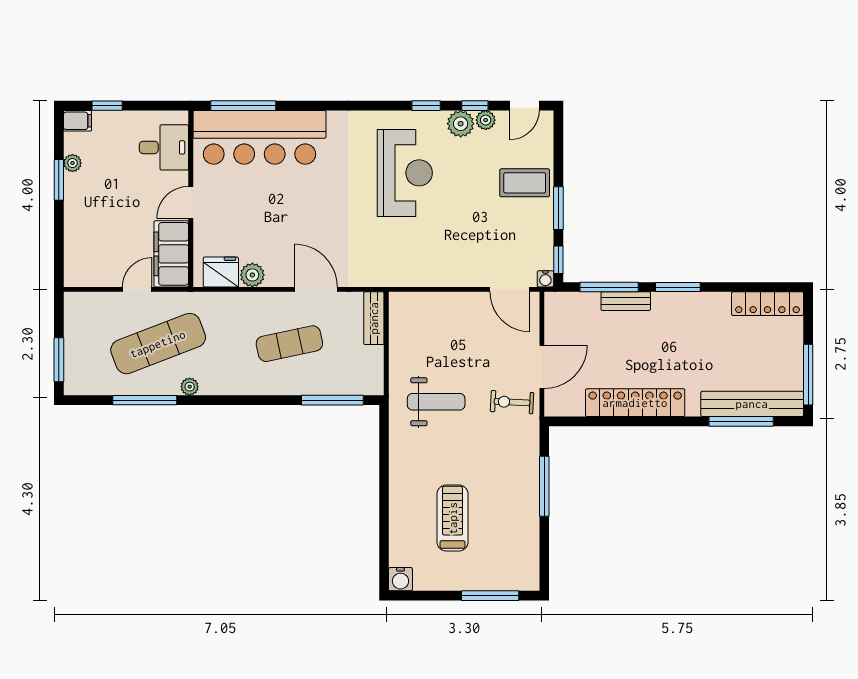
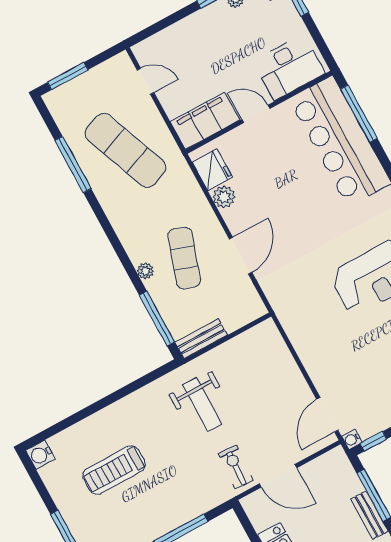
desk: (164, 147) -> (289, 67), width x1.37
door: (137, 289) -> (146, 81), moved
bench: (374, 318) -> (201, 339), moved
exercise mat: (289, 344) -> (184, 258), turned 30
plant: (190, 387) -> (145, 271), moved
treadmill: (453, 518) -> (114, 470), turned 180

